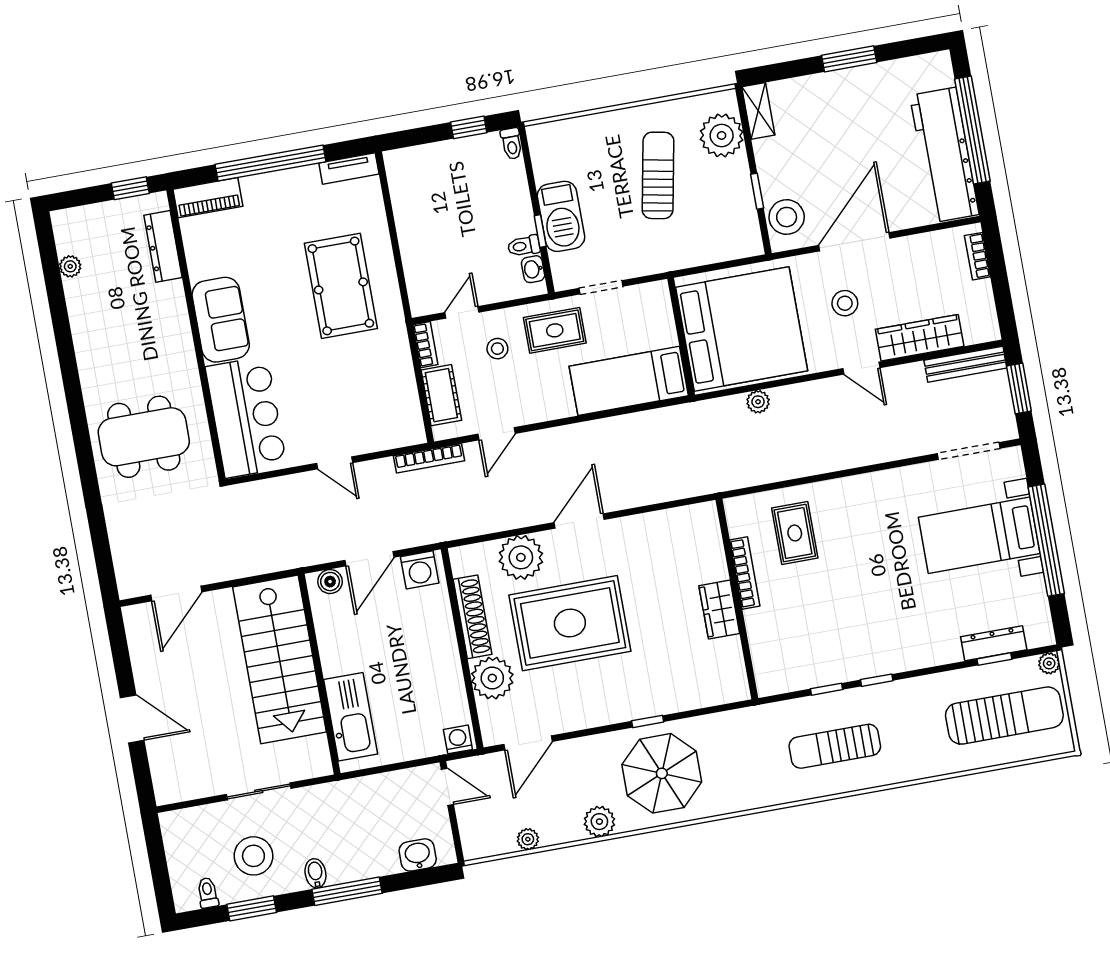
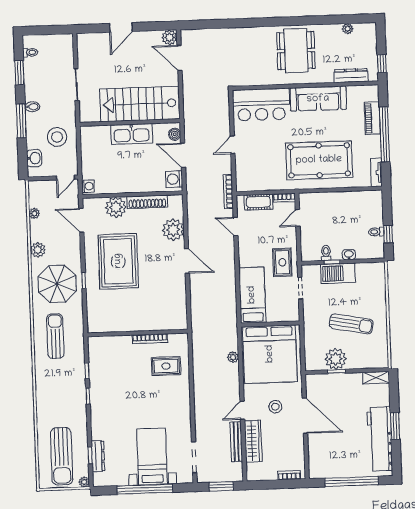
plant: (722, 135) -> (336, 359), moved
toilet: (512, 144) -> (376, 232), moved
workbench: (944, 155) -> (380, 439), moved, turned -90
piano: (208, 198) -> (372, 118), moved
stool: (787, 217) -> (322, 384), removed
washbasin: (533, 269) -> (349, 255), moved
pool table: (341, 286) -> (319, 160), width x1.36, depth x1.32
door: (462, 312) -> (298, 218), swing flipped
sofa: (221, 320) -> (318, 99), width x1.36
stool: (497, 349) -> (277, 233), removed
bench: (965, 364) -> (236, 442), moved
dining table: (144, 437) -> (296, 51), moved
wardrobe: (719, 610) -> (134, 324), removed
plant: (138, 619) -> (170, 37), added
rug: (570, 623) -> (118, 261), moved
kitchen sink: (351, 717) -> (132, 134), moved
sun lounger: (835, 746) -> (55, 336), moved
stool: (253, 856) -> (57, 137), moved

